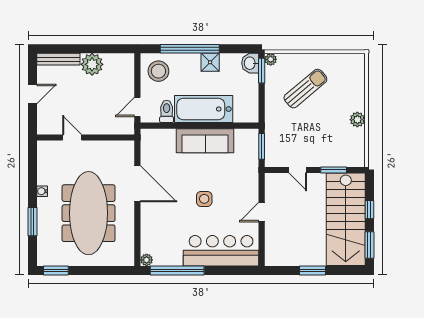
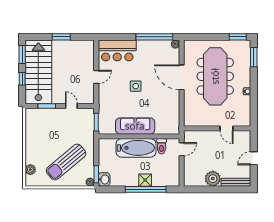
shower: (210, 62) -> (145, 180), moved
stool: (158, 71) -> (167, 174), removed
sun lounger: (305, 89) -> (66, 162), width x1.36, depth x1.34
plant: (357, 120) -> (30, 170), moved
door: (137, 184) -> (182, 77), moved
window: (32, 222) -> (254, 57), moved
bar counter: (221, 251) -> (117, 50), width x0.73

